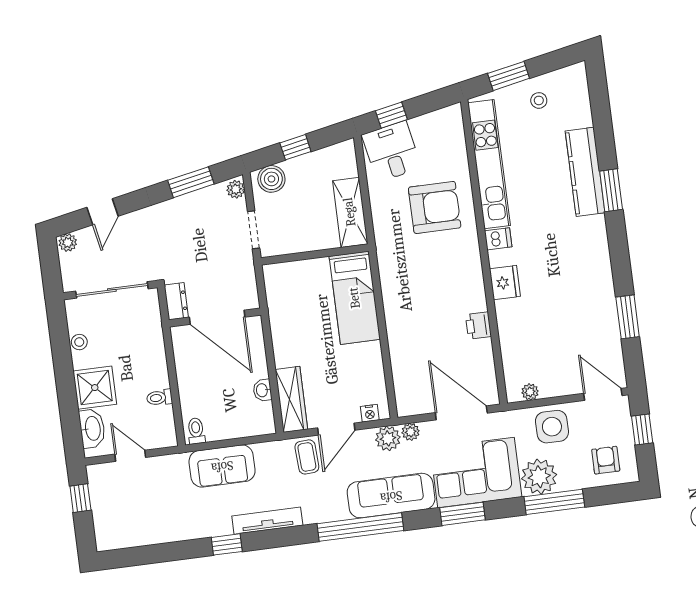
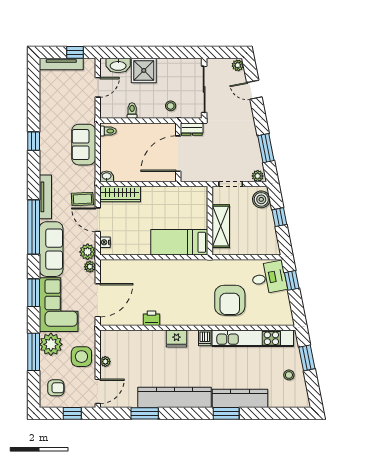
shelving: (350, 212) -> (221, 226), moved, turned 90
kitchen counter: (597, 274) -> (175, 397), added
stool: (79, 342) -> (171, 106), moved
washbasin: (262, 390) -> (107, 176), moved
plant: (530, 392) -> (105, 362), moved
tv unit: (101, 517) -> (61, 64), added
tv unit: (267, 521) -> (45, 197), moved

